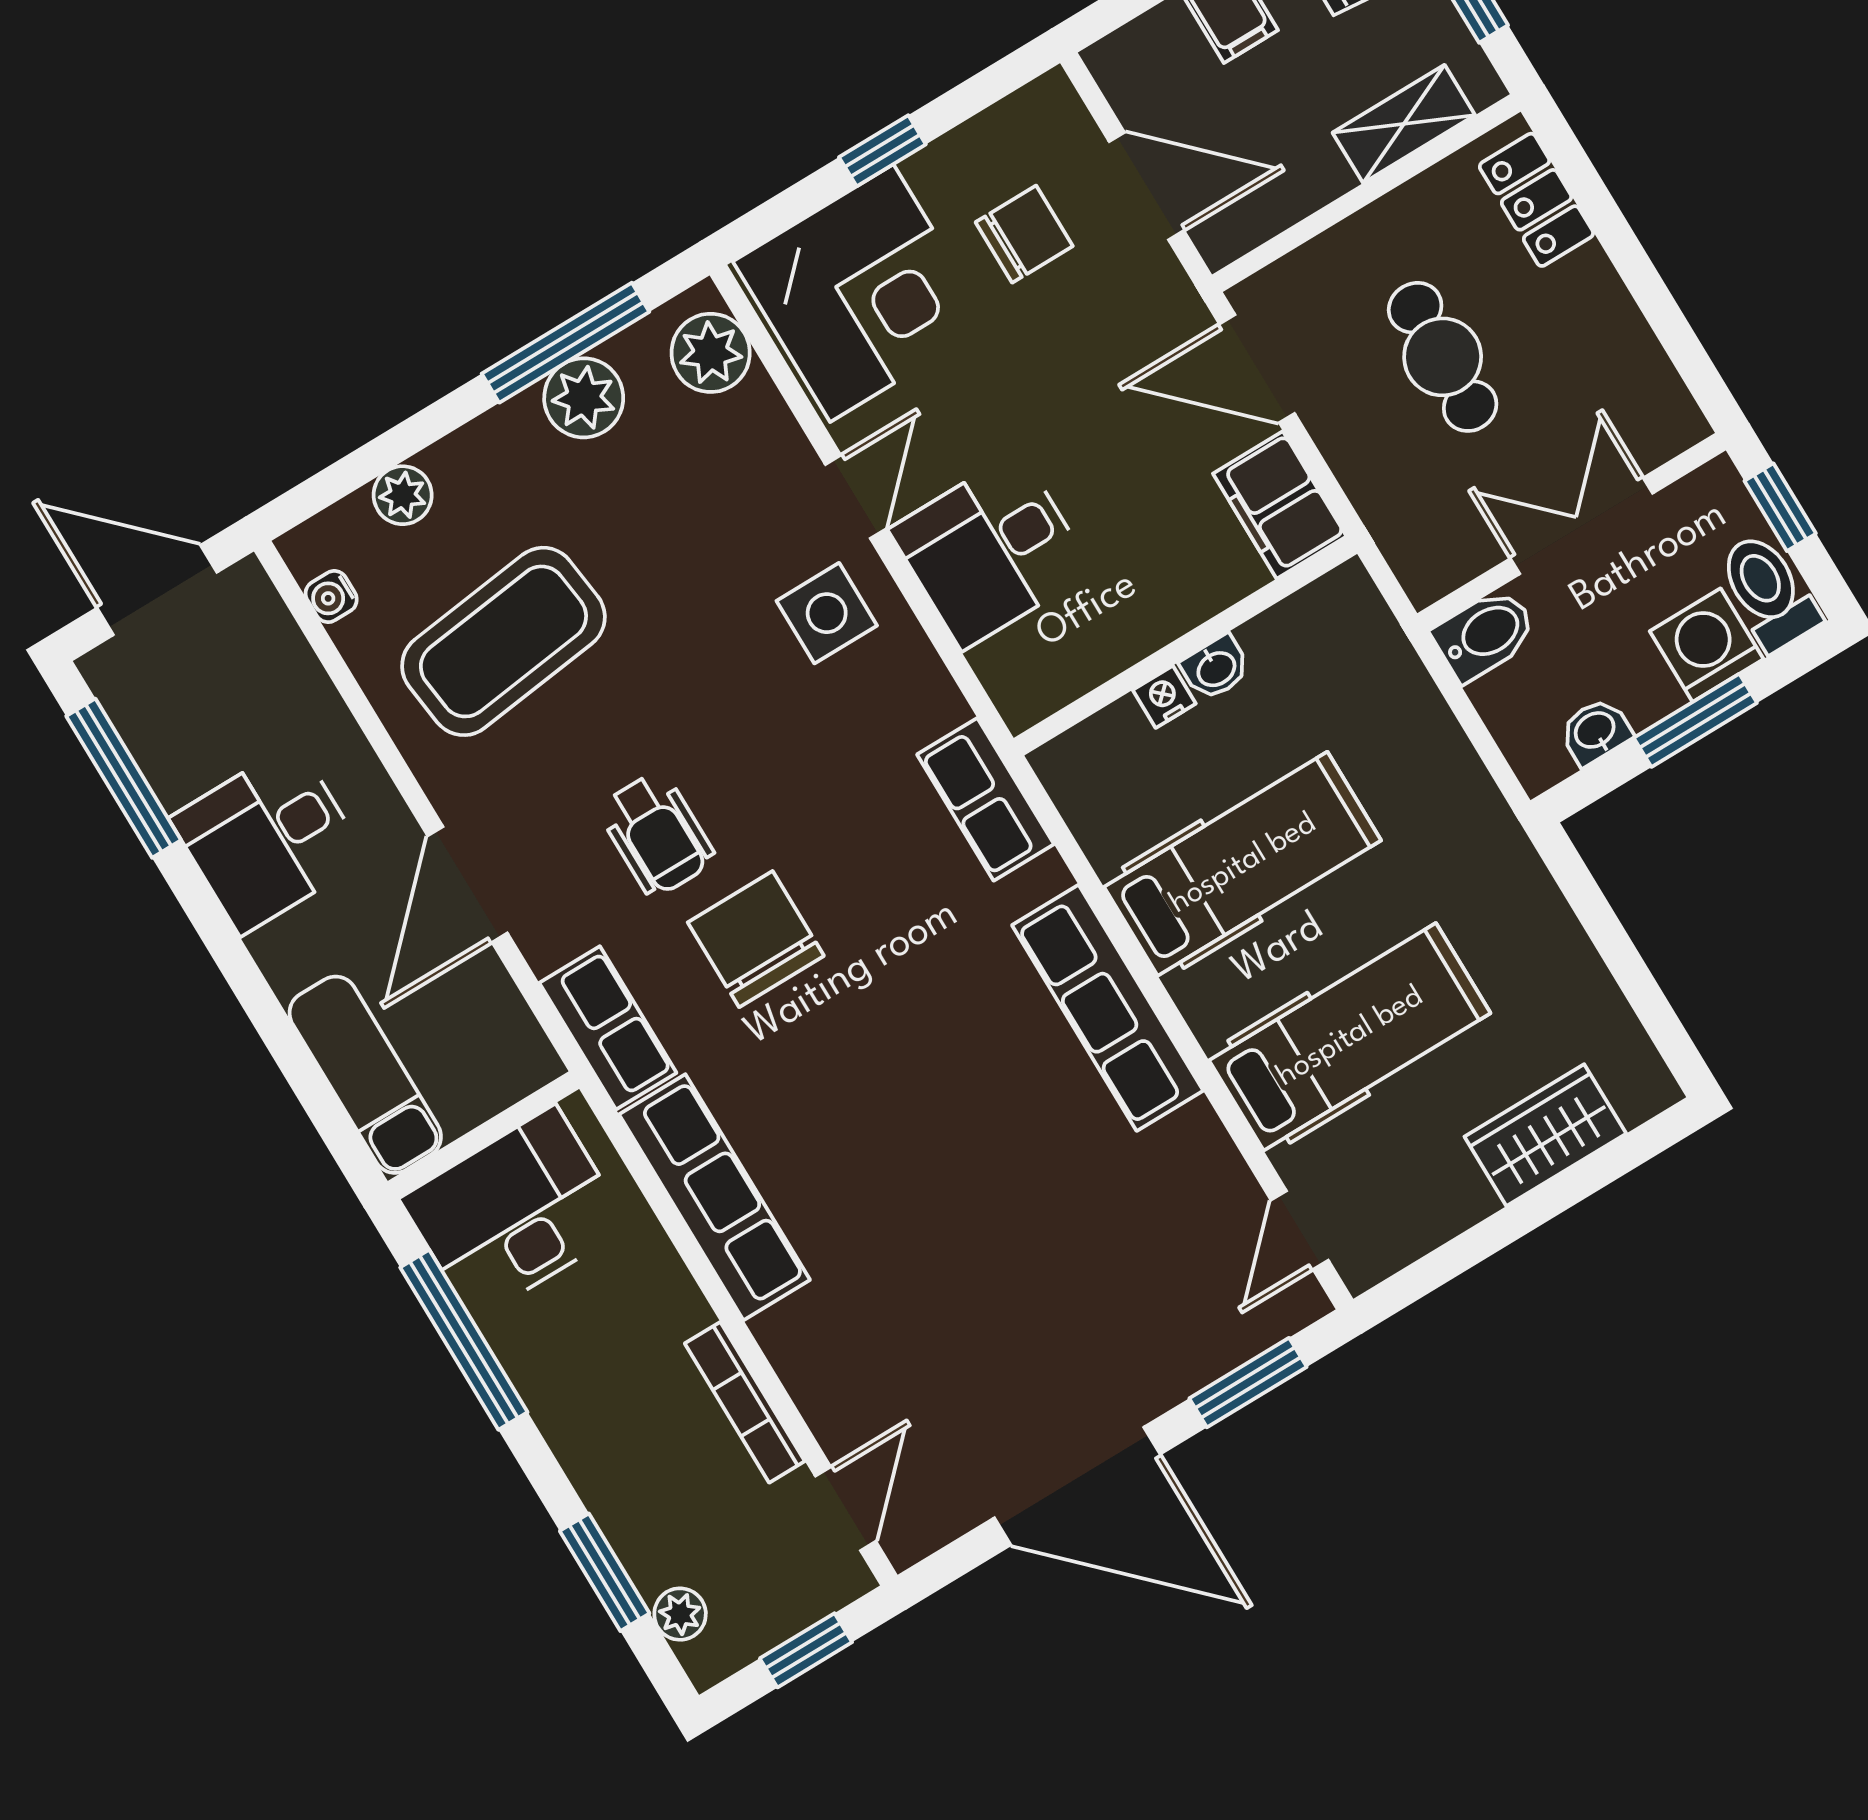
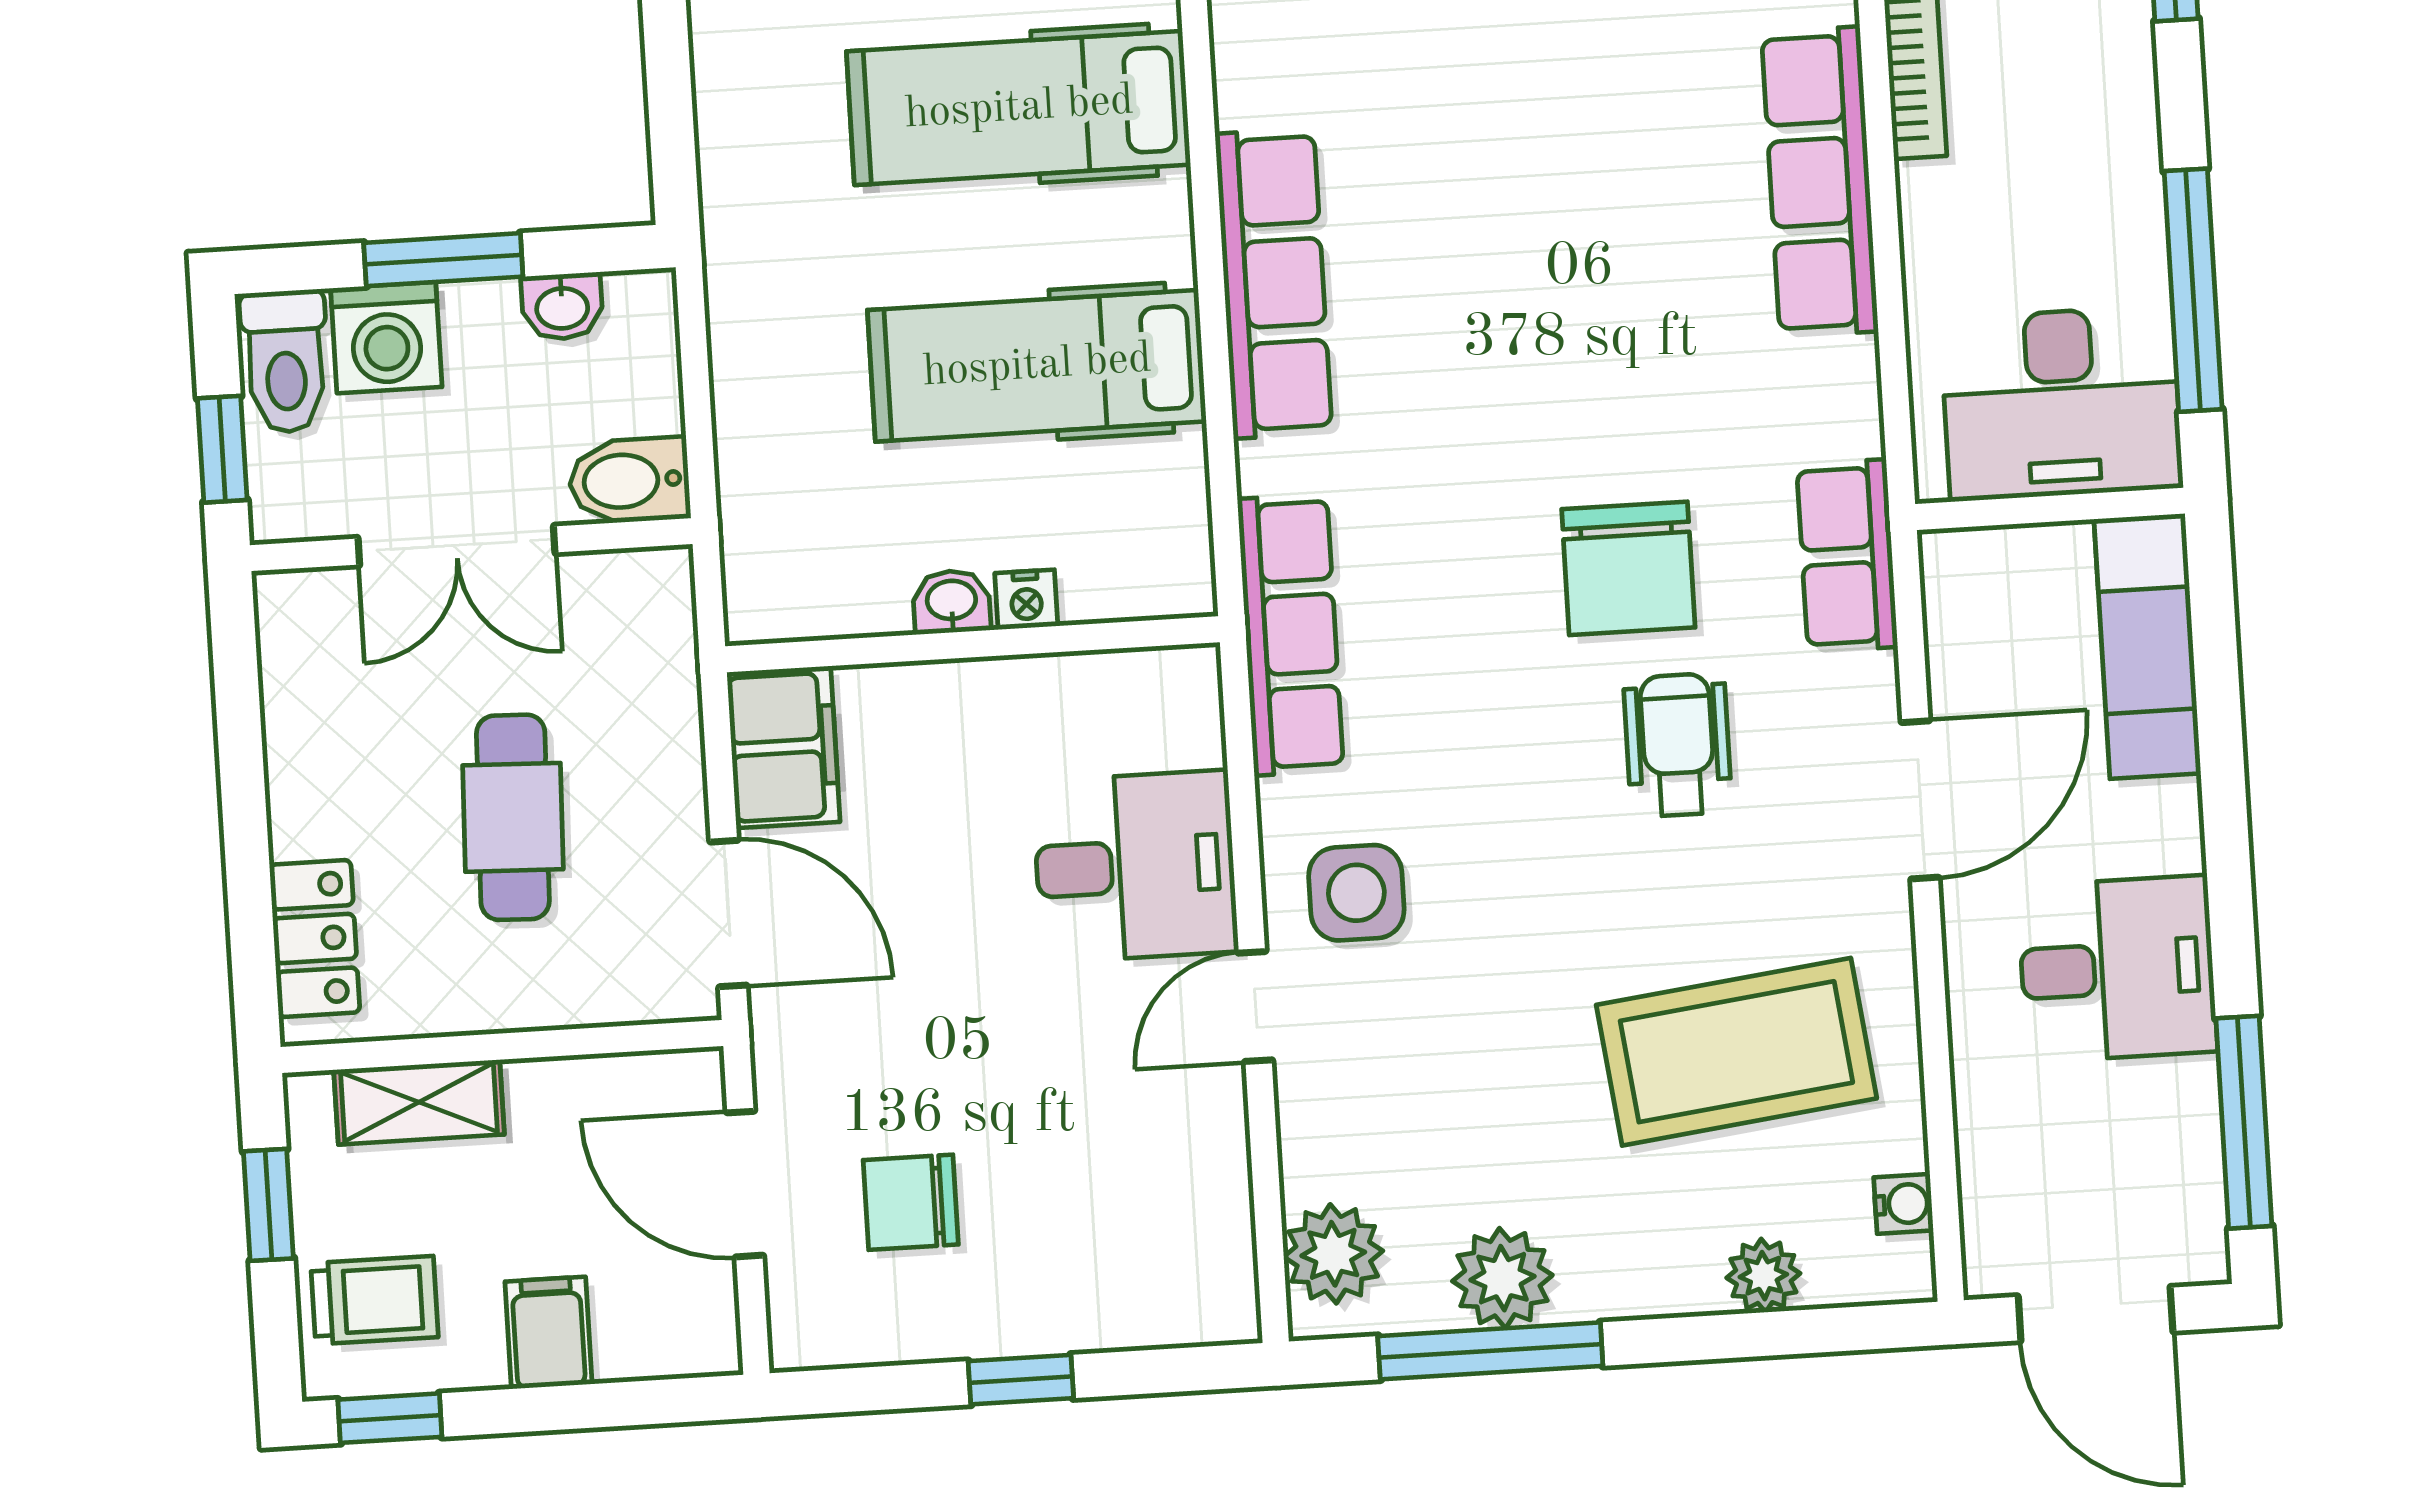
corner desk: (862, 293) -> (1128, 1232), removed
row of seats: (985, 799) -> (1290, 635), width x1.48
row of seats: (714, 1197) -> (1820, 182), moved

